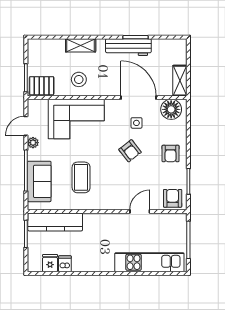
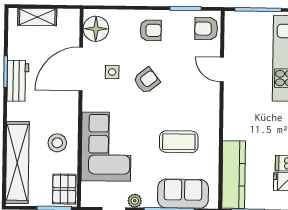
shelving: (81, 45) -> (17, 162), width x2.20, depth x1.33
workbench: (128, 47) -> (18, 81), width x0.73
shelving: (180, 81) -> (37, 17), moved

